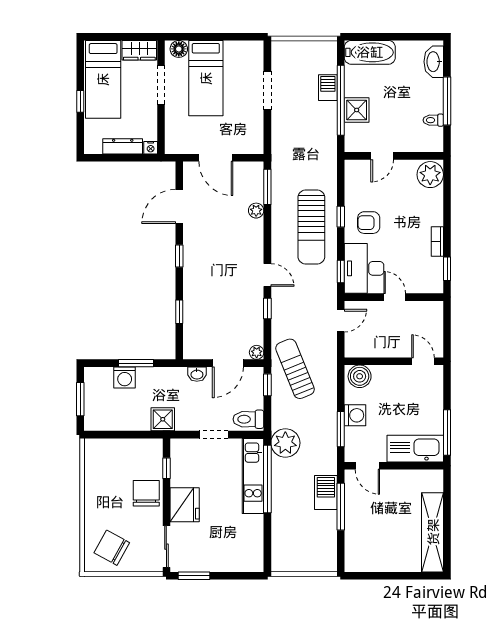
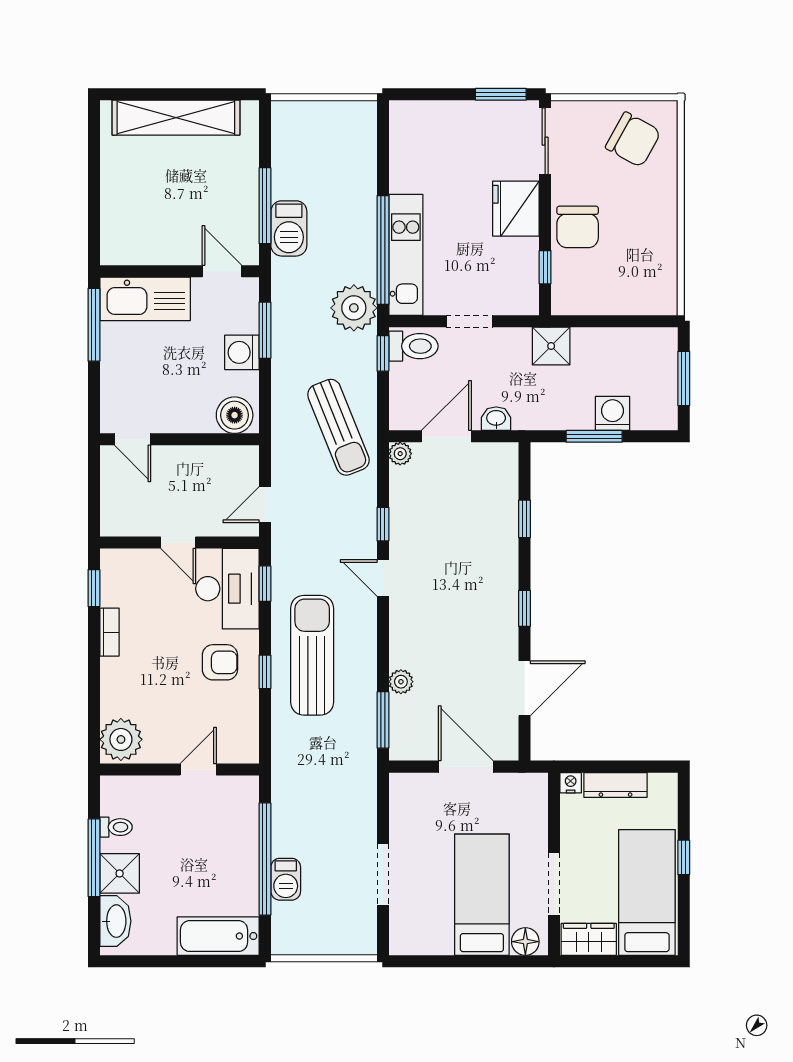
shower: (357, 110) -> (120, 873), moved
window: (267, 385) -> (383, 353), moved
shelving: (433, 532) -> (176, 118), moved, turned 90

